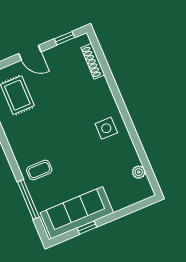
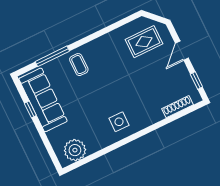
plant: (139, 172) -> (75, 150), width x1.88, depth x1.88

